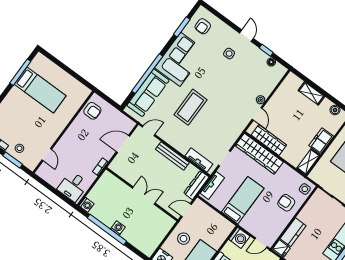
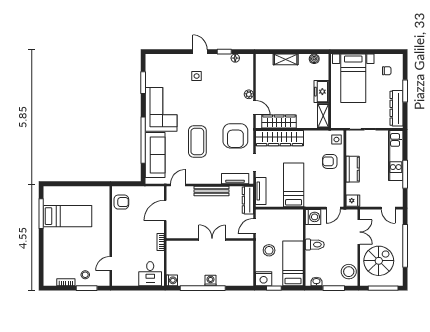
armchair: (203, 26) -> (235, 136), moved, width x1.88, depth x1.88
door: (47, 155) -> (111, 264), swing flipped
kitchen counter: (293, 232) -> (353, 169), moved

